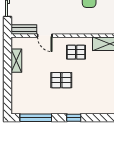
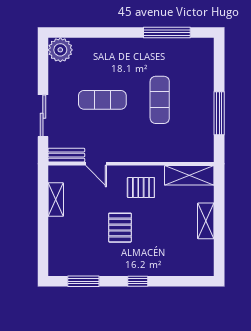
pallet: (61, 80) -> (120, 228), turned 90
window: (36, 118) -> (83, 281), width x0.69

